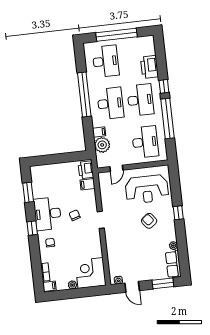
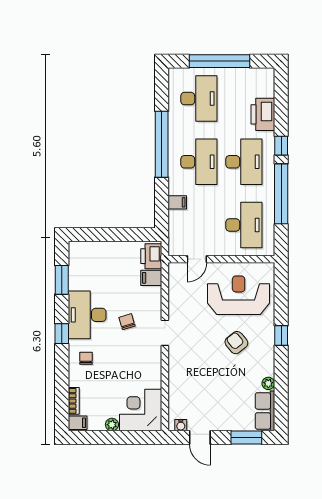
plant: (102, 145) -> (180, 222), removed
reception desk: (147, 189) -> (239, 295), turned 180

